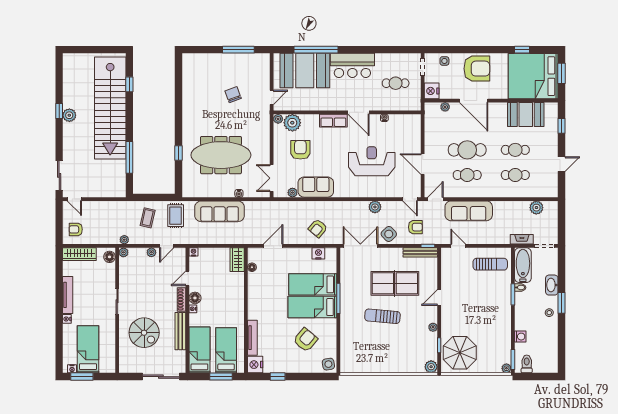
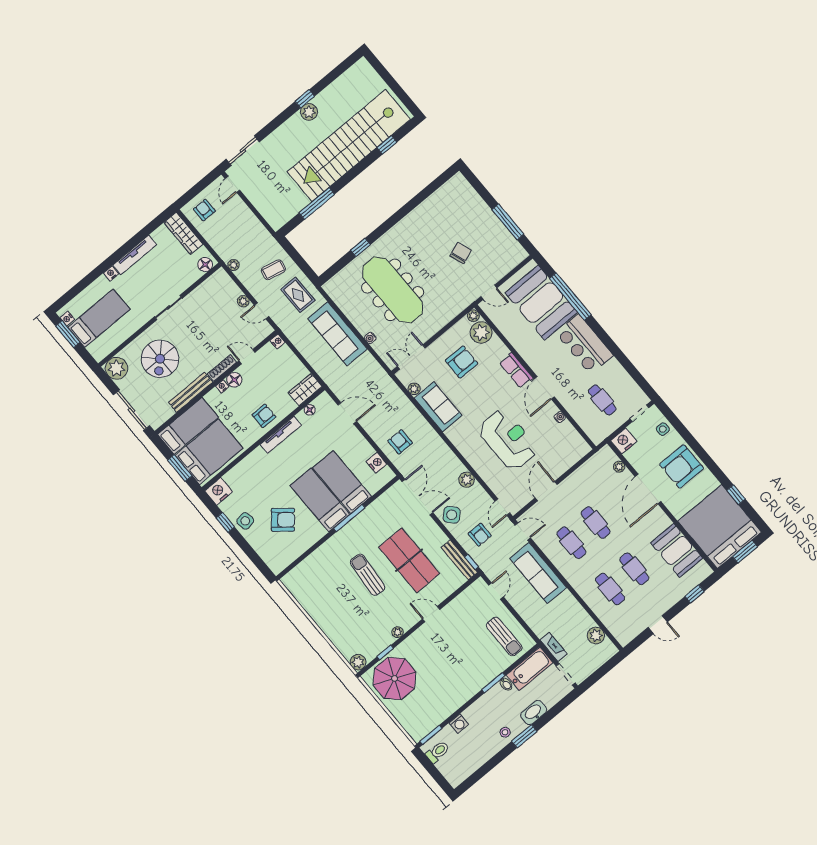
armchair: (477, 69) -> (682, 466), turned 90
cafe table: (467, 150) -> (596, 523), width x0.73, depth x0.74
rug: (176, 216) -> (298, 295), turned 90
armchair: (318, 228) -> (400, 442), turned 50
plant: (123, 252) -> (116, 368), moved, width x1.88, depth x1.88
armchair: (232, 298) -> (264, 416), added
tv unit: (252, 338) -> (281, 435), moved
bed: (226, 350) -> (209, 452), width x1.50
side table: (328, 364) -> (245, 521), moved
plant: (506, 368) -> (417, 736), removed

